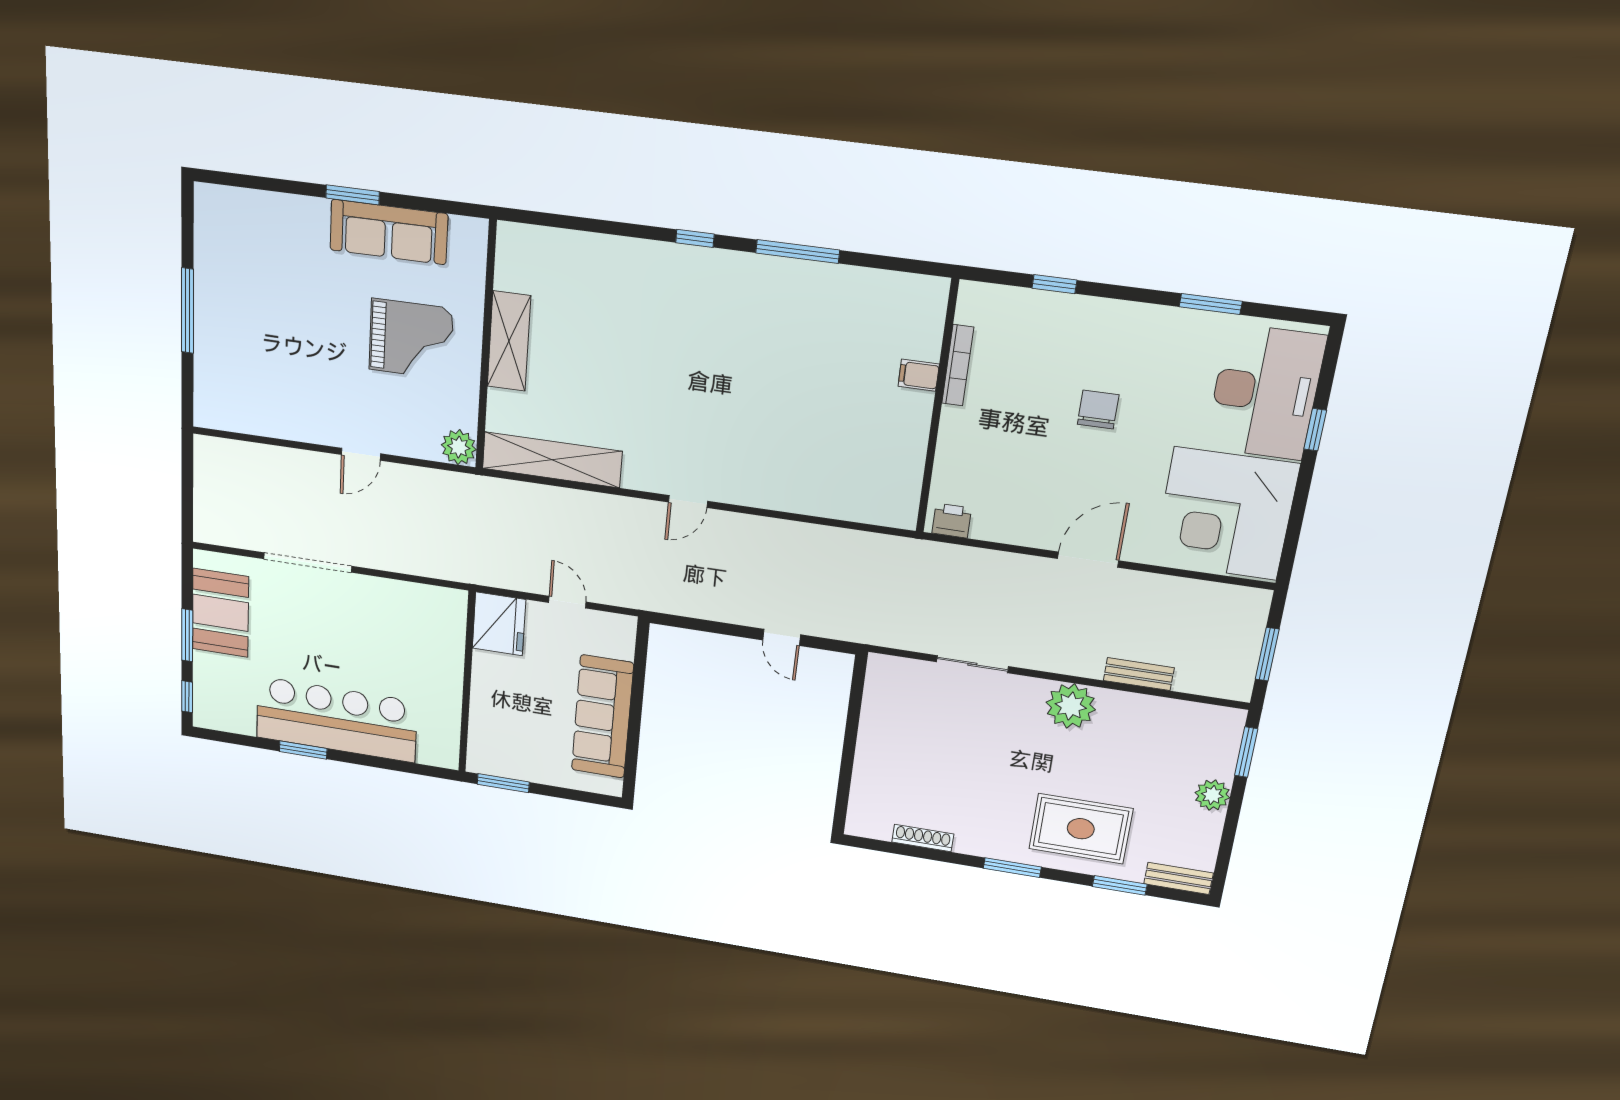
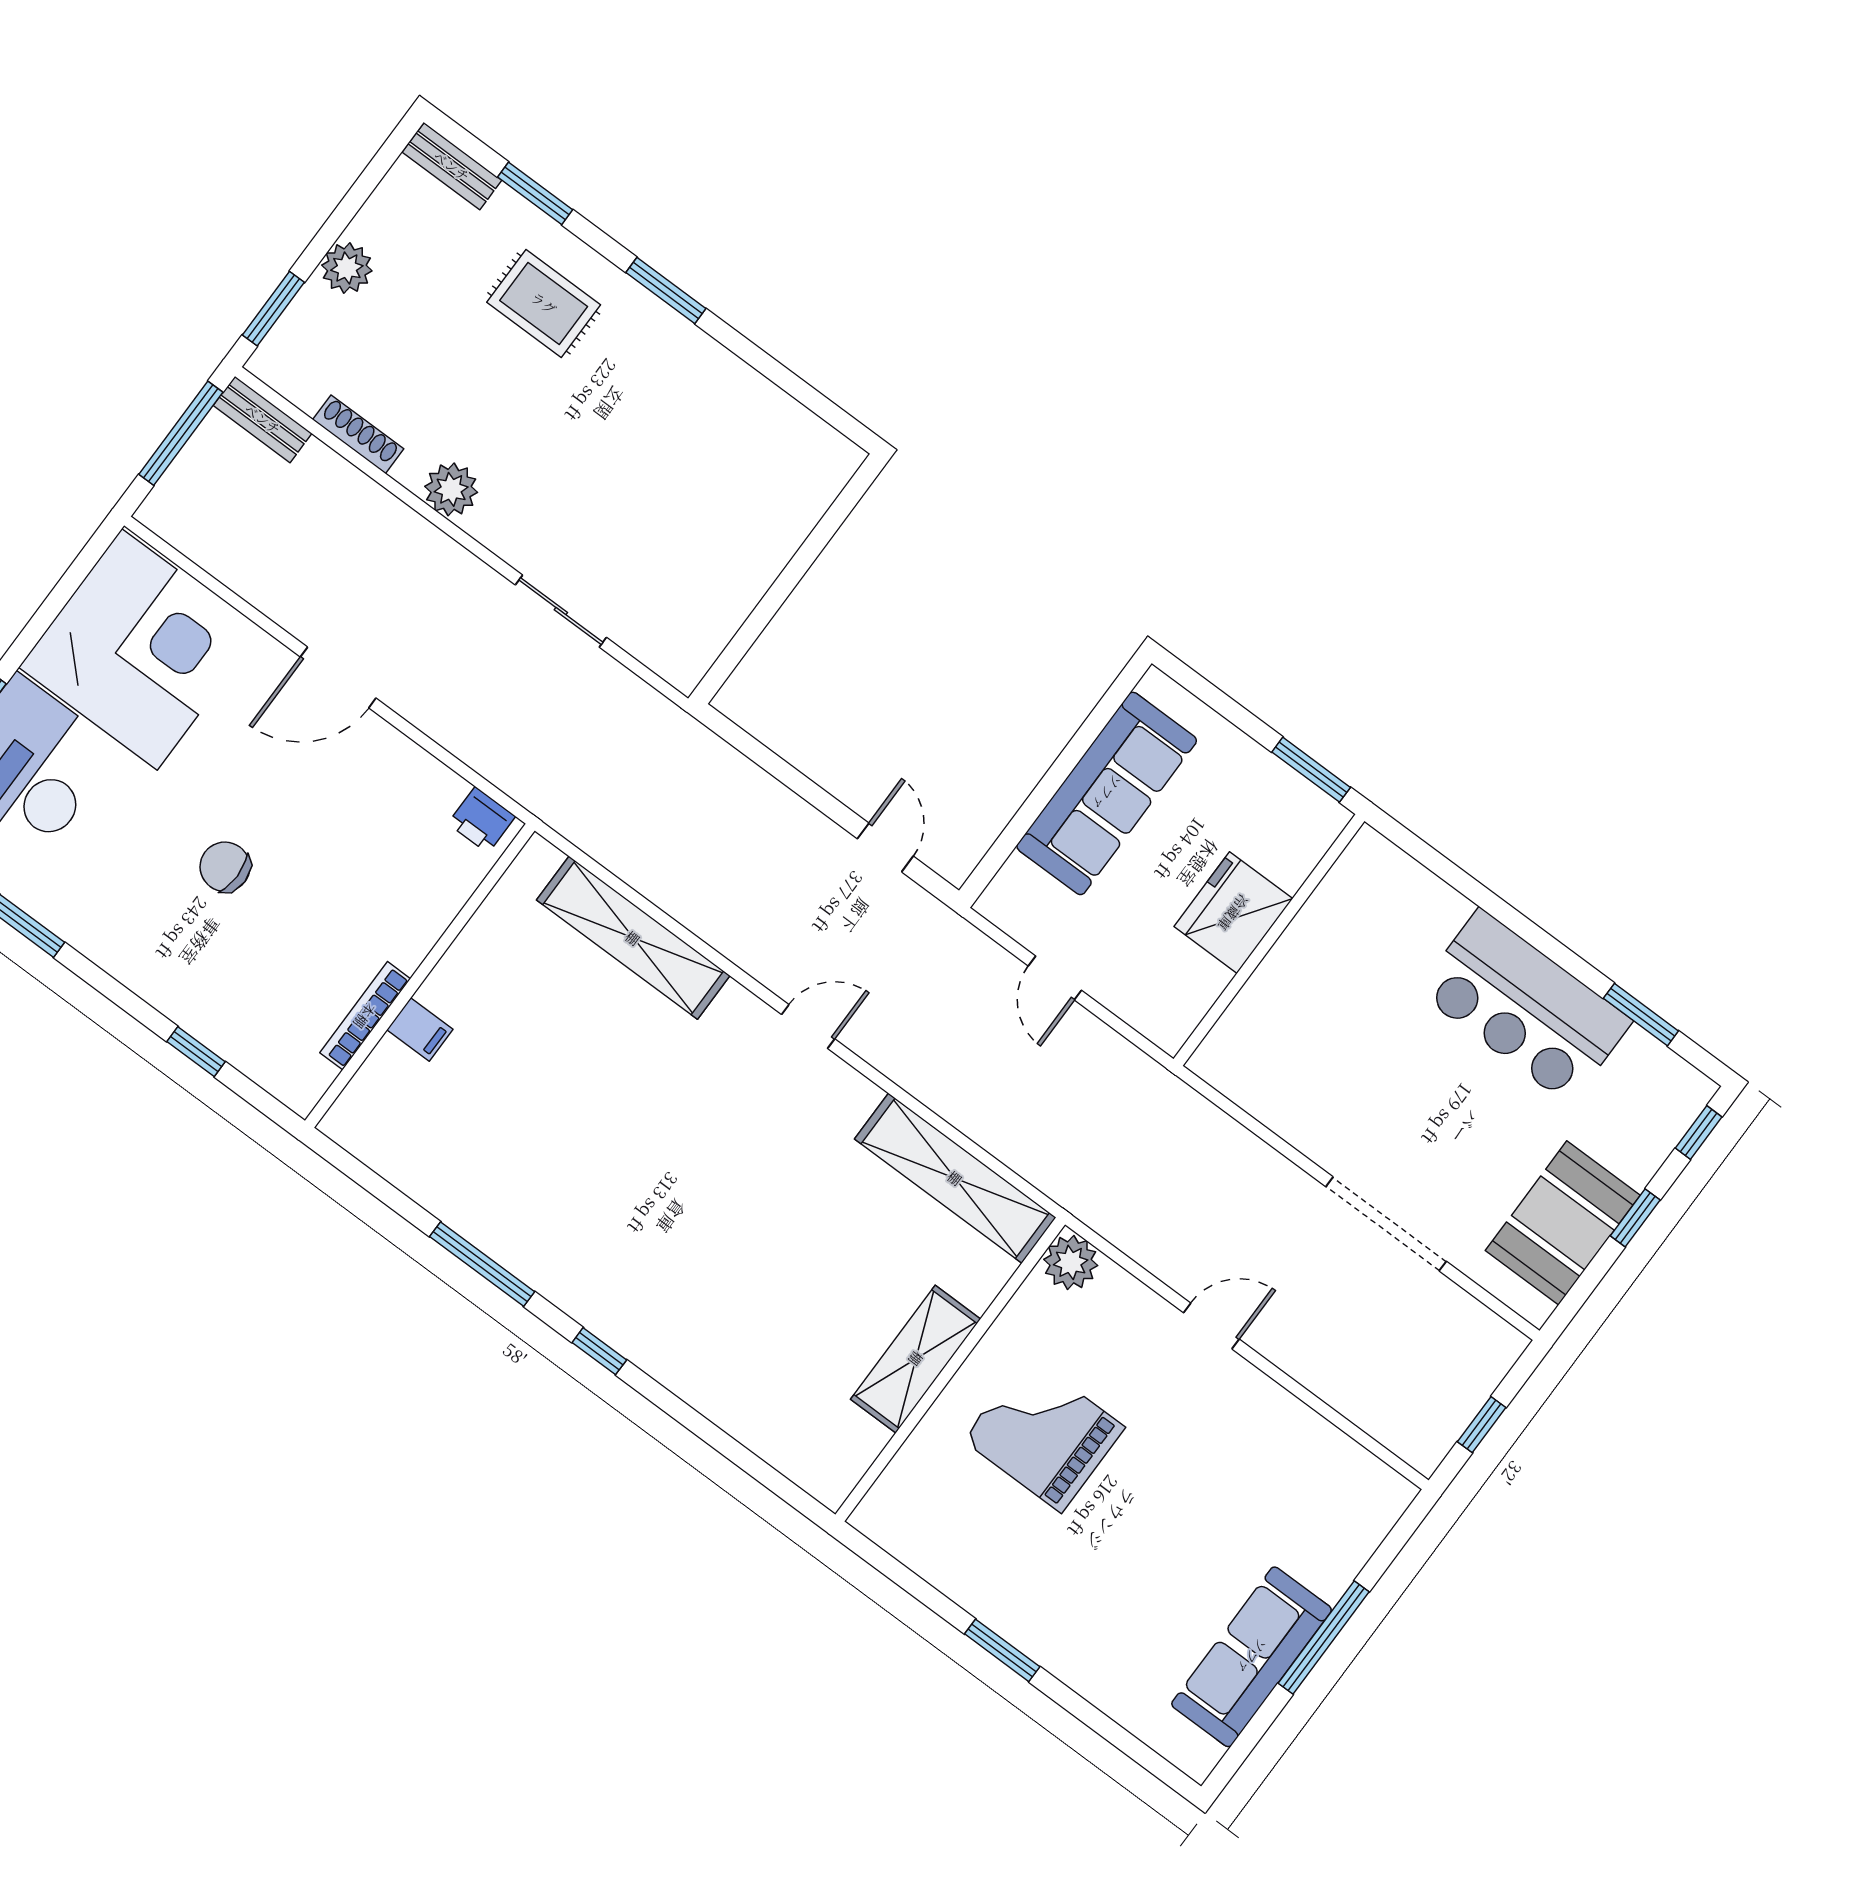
sofa: (389, 232) -> (1252, 1657), moved, turned -90
chair: (1098, 410) -> (225, 867), turned 90
window: (187, 480) -> (1482, 1425), added
shelving: (820, 499) -> (633, 938), added
fridge: (499, 624) -> (1233, 913), moved
window: (187, 635) -> (1635, 1218), width x0.67
door: (782, 637) -> (885, 847), moved
window: (1267, 654) -> (181, 433), width x1.44
bench: (1139, 674) -> (263, 419), moved
plant: (1071, 706) -> (451, 489), width x0.73, depth x0.73
bar counter: (336, 719) -> (1525, 1006), width x0.73
window: (303, 750) -> (1641, 1015), moved
rug: (1081, 829) -> (544, 303), width x0.73, depth x0.70
shoe rack: (923, 838) -> (358, 434), moved, turned 180

